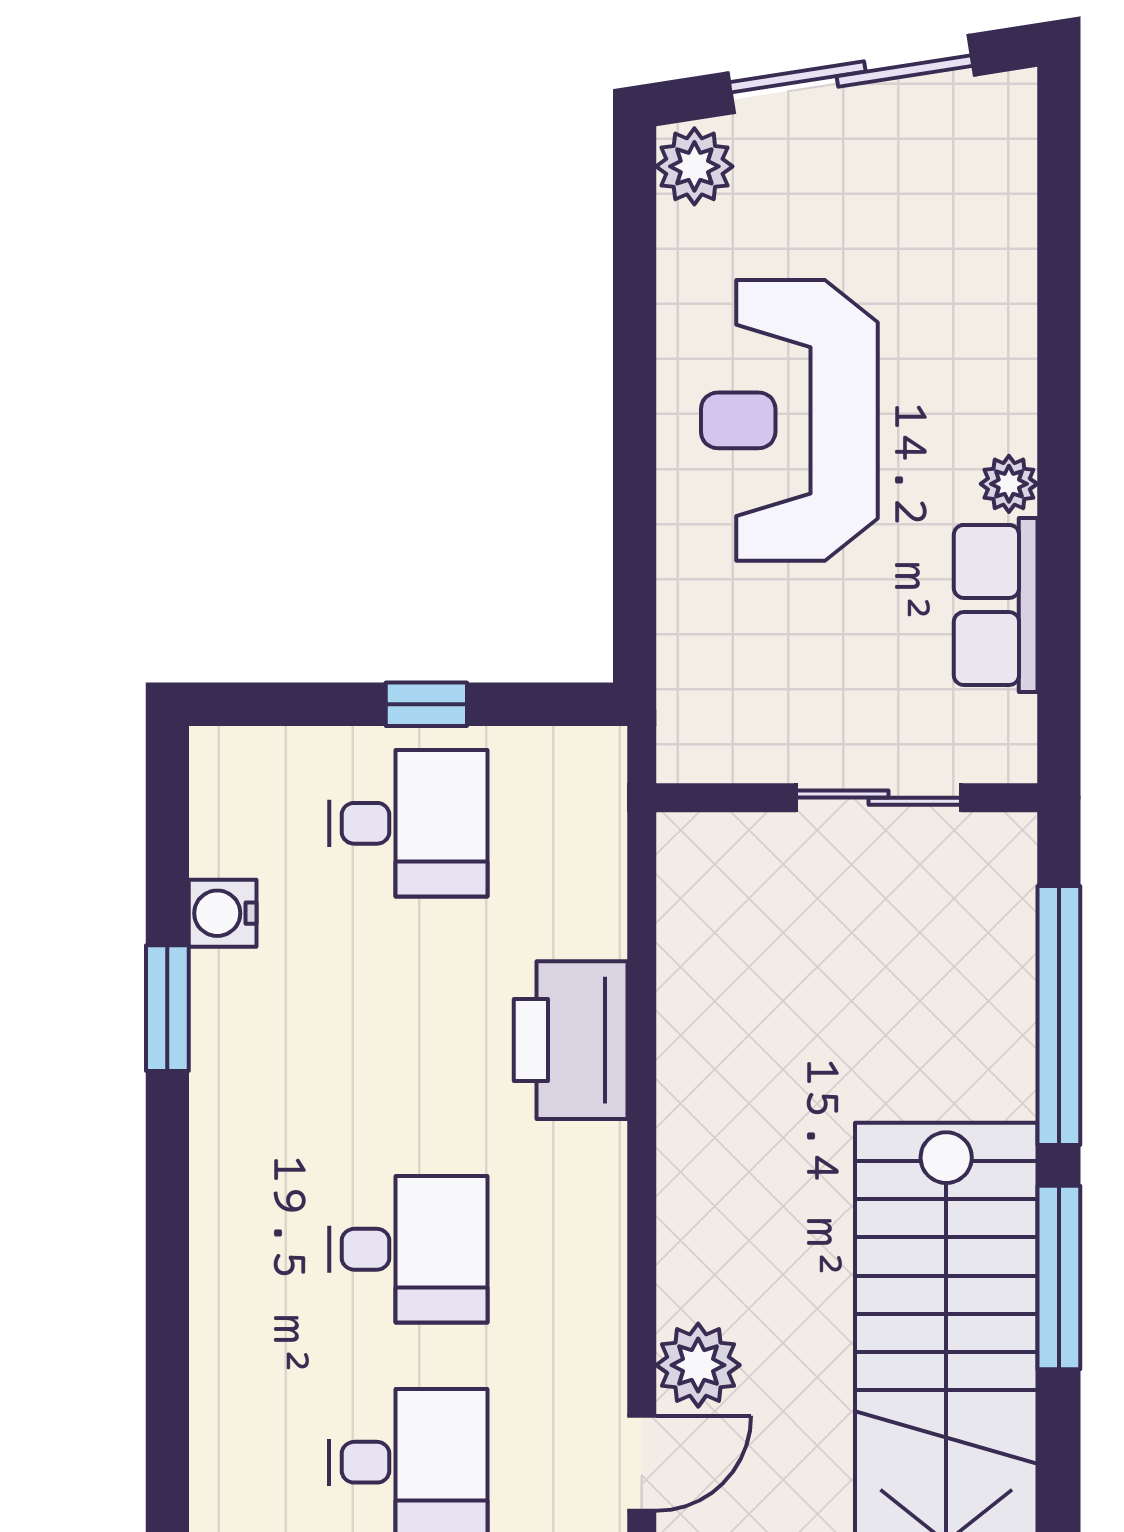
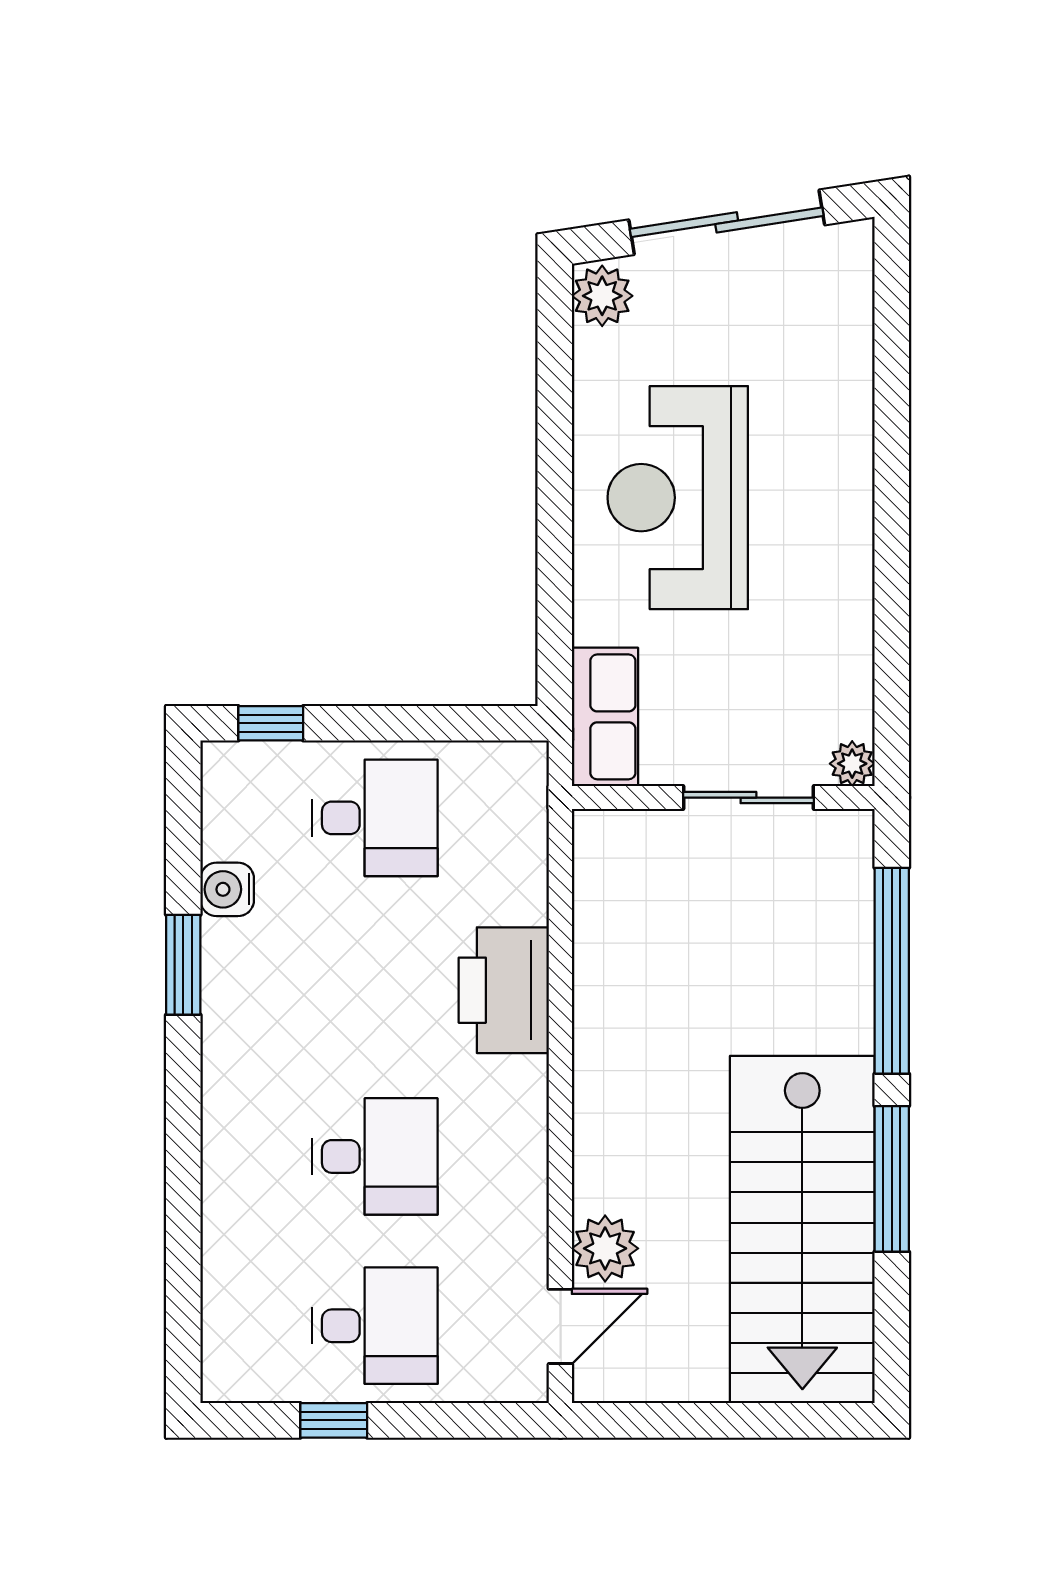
plant: (1009, 484) -> (852, 764), moved
row of seats: (996, 605) -> (605, 717), moved, turned 180
window: (426, 704) -> (271, 723), moved

